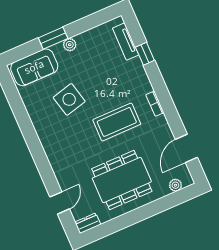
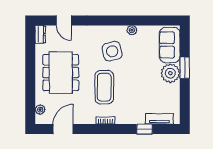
plant: (70, 45) -> (170, 73), width x1.87, depth x1.87
side table: (69, 99) -> (112, 51), moved
plant: (36, 119) -> (132, 30), added
door: (186, 148) -> (63, 129), hinge flipped

